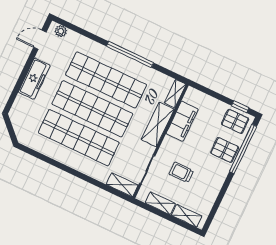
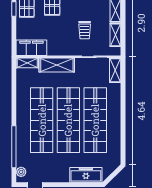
window: (130, 54) -> (14, 147), moved
freezer: (34, 79) -> (86, 175), moved
filing cabinet: (182, 121) -> (31, 48), moved

